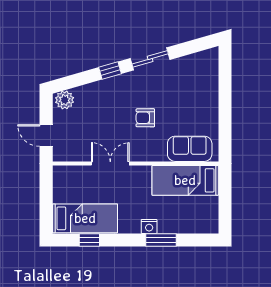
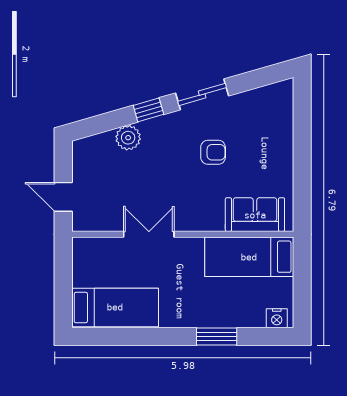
plant: (65, 100) -> (128, 138), moved
armchair: (145, 118) -> (213, 152), moved, turned 180
nightstand: (149, 226) -> (277, 318), moved
window: (89, 240) -> (121, 337), removed

